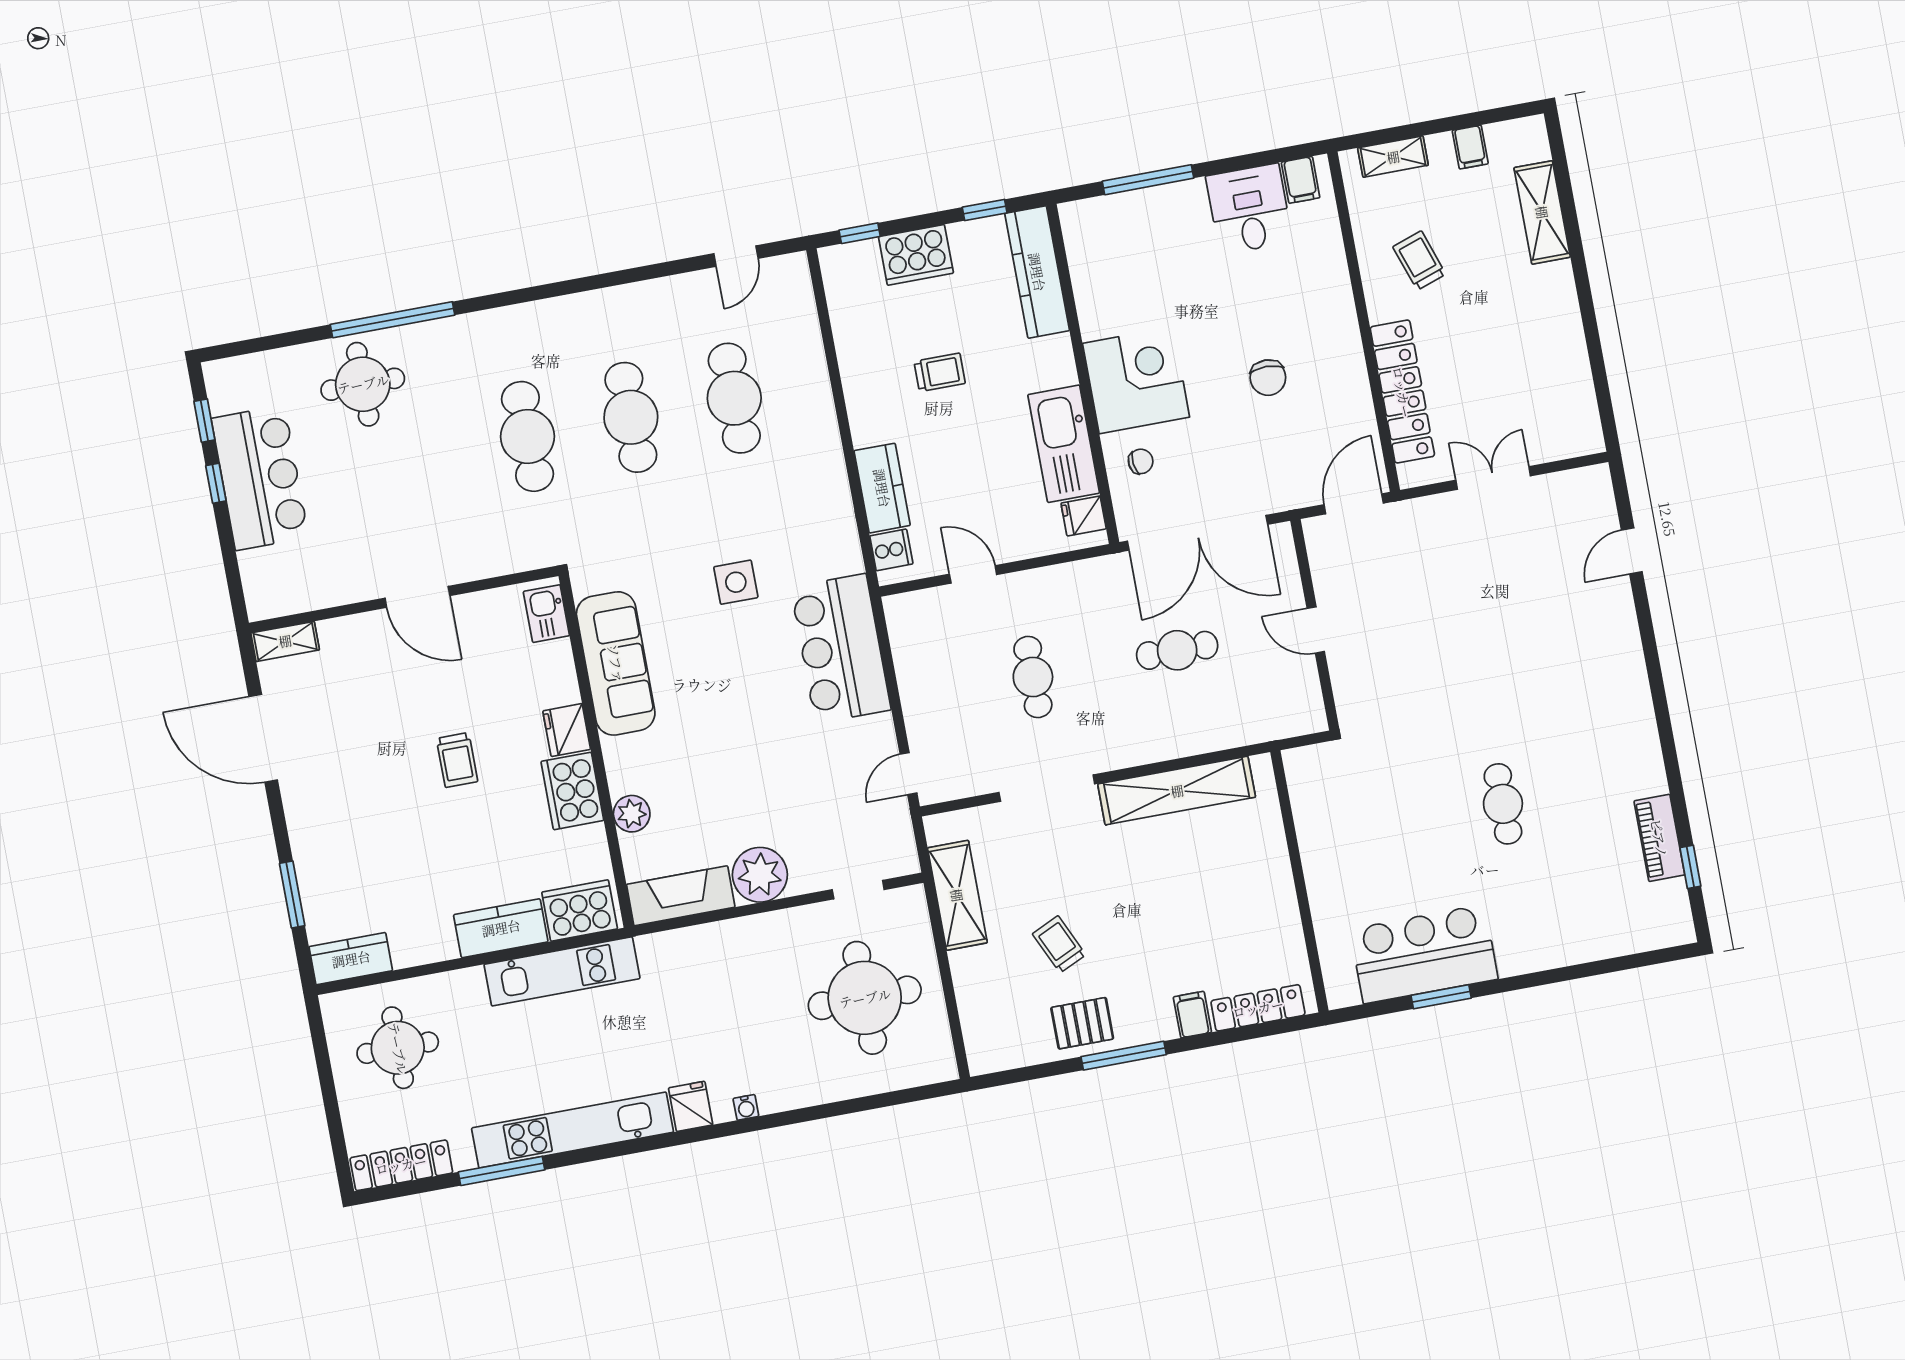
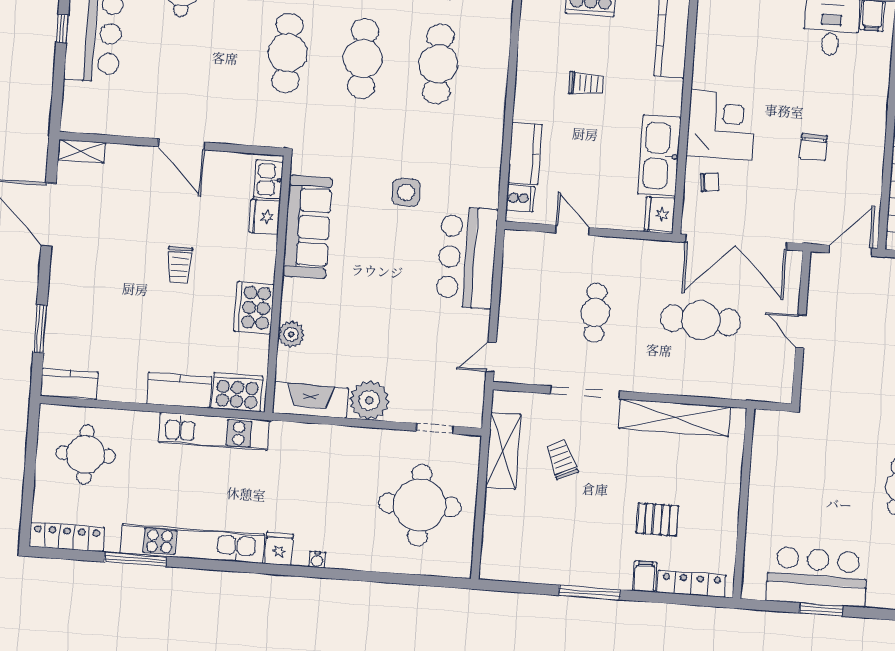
fridge: (1084, 516) -> (660, 214), width x1.38
cafe table: (1177, 650) -> (701, 320), width x1.37, depth x1.35
fridge: (567, 730) -> (265, 217), moved
trolley: (1059, 944) -> (561, 459), moved
pallet: (1082, 1023) -> (657, 519), moved

